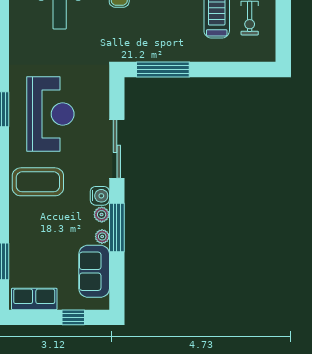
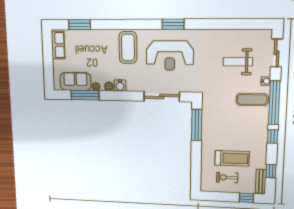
sliding door: (117, 149) -> (162, 97), moved
window: (117, 227) -> (85, 95), moved
window: (73, 317) -> (48, 69), removed

